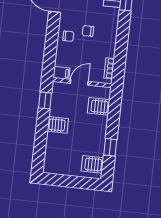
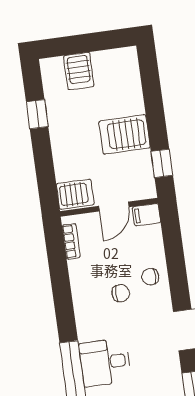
server rack: (99, 106) -> (75, 194), moved
server rack: (58, 125) -> (125, 134), width x1.36, depth x1.44
server rack: (92, 164) -> (79, 71), moved, turned 90

